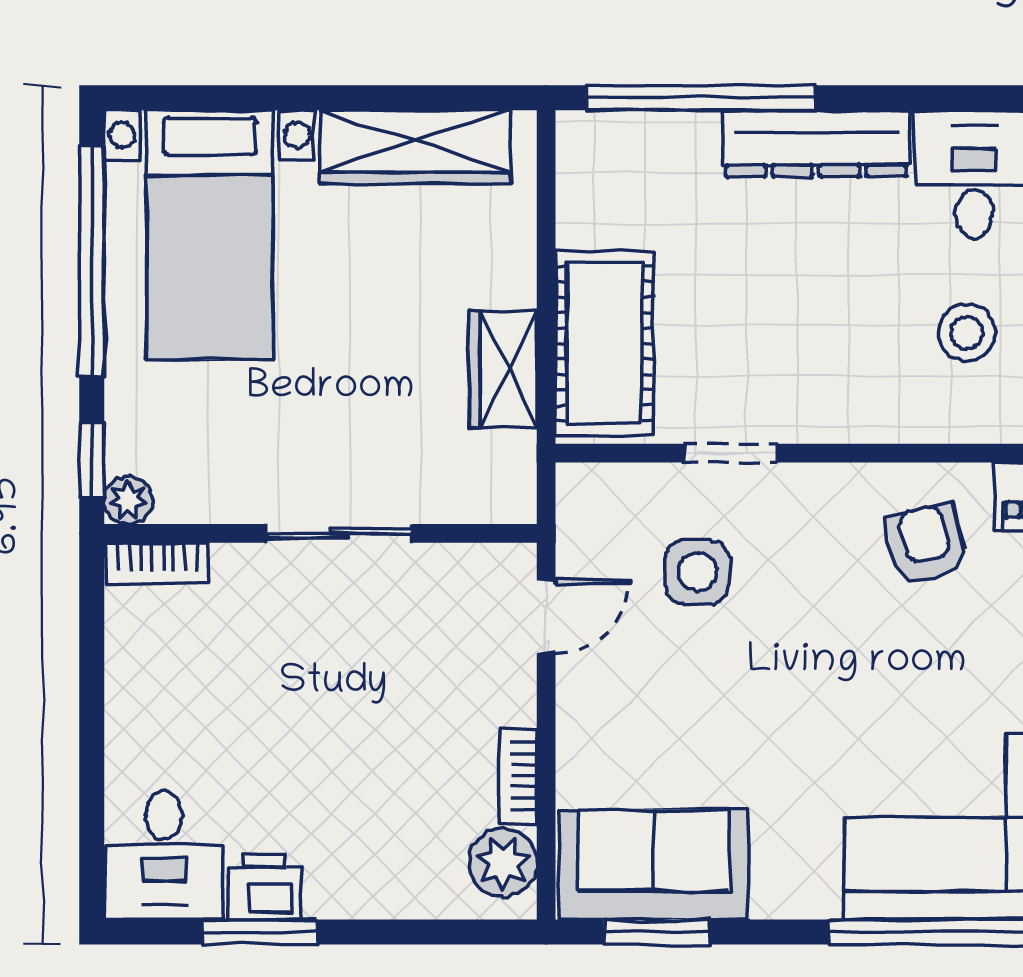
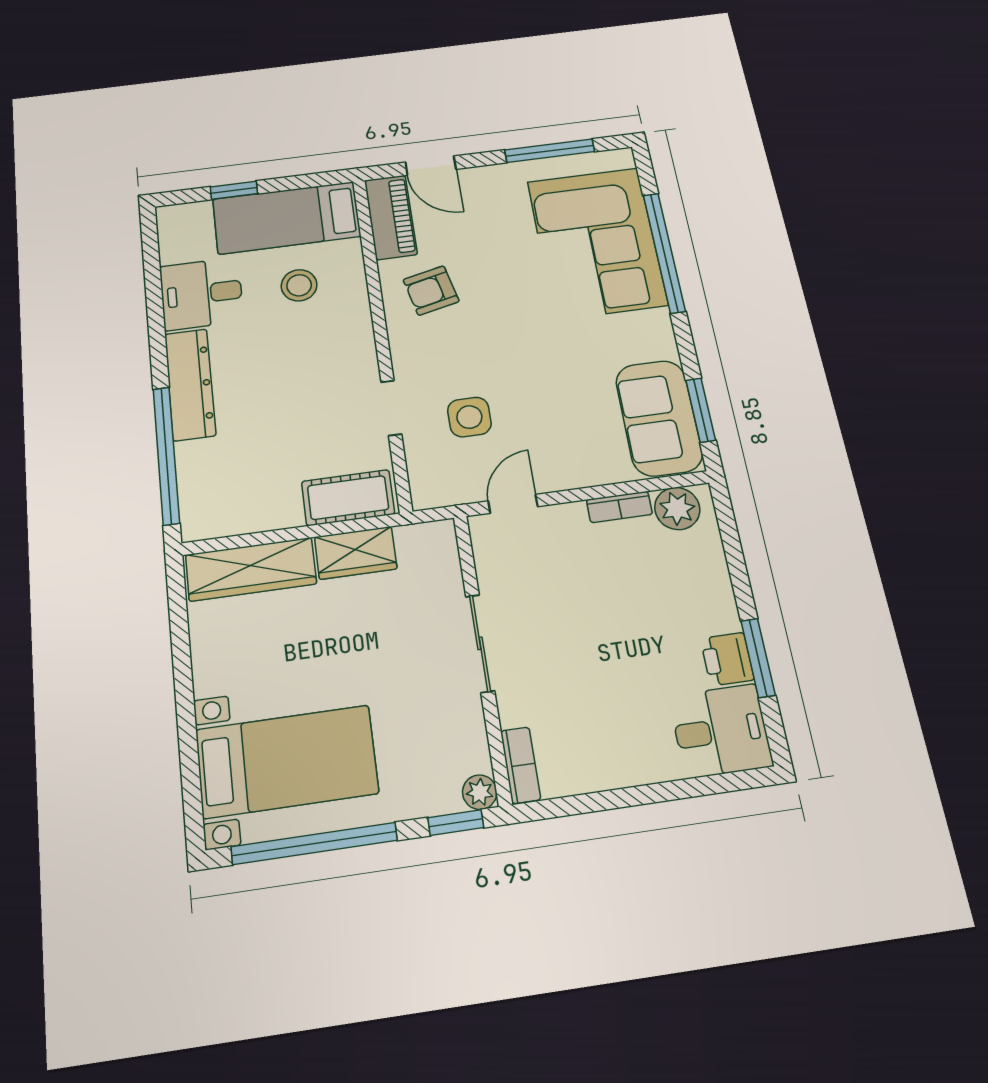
wardrobe: (415, 147) -> (251, 569), moved, turned 90
cot: (604, 343) -> (348, 498), width x0.73, depth x0.75
door: (546, 616) -> (513, 504), hinge flipped

